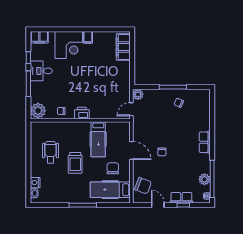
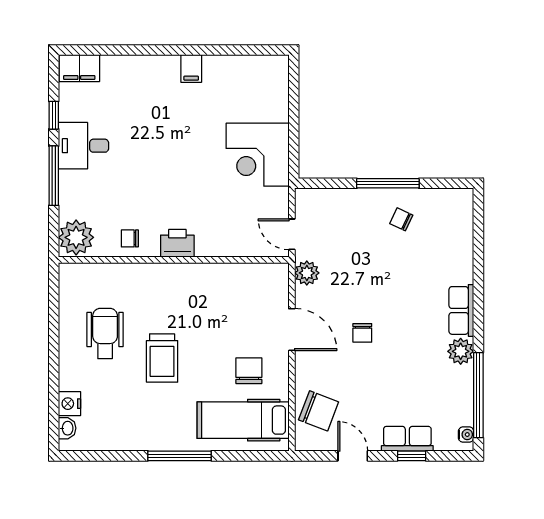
corner desk: (69, 45) -> (258, 155), moved, turned 90
filing cabinet: (123, 47) -> (273, 91), removed
plant: (138, 94) -> (307, 273), moved
door: (131, 109) -> (292, 234), hinge flipped
hospital bed: (98, 139) -> (215, 304), removed
plant: (204, 179) -> (461, 351), moved

